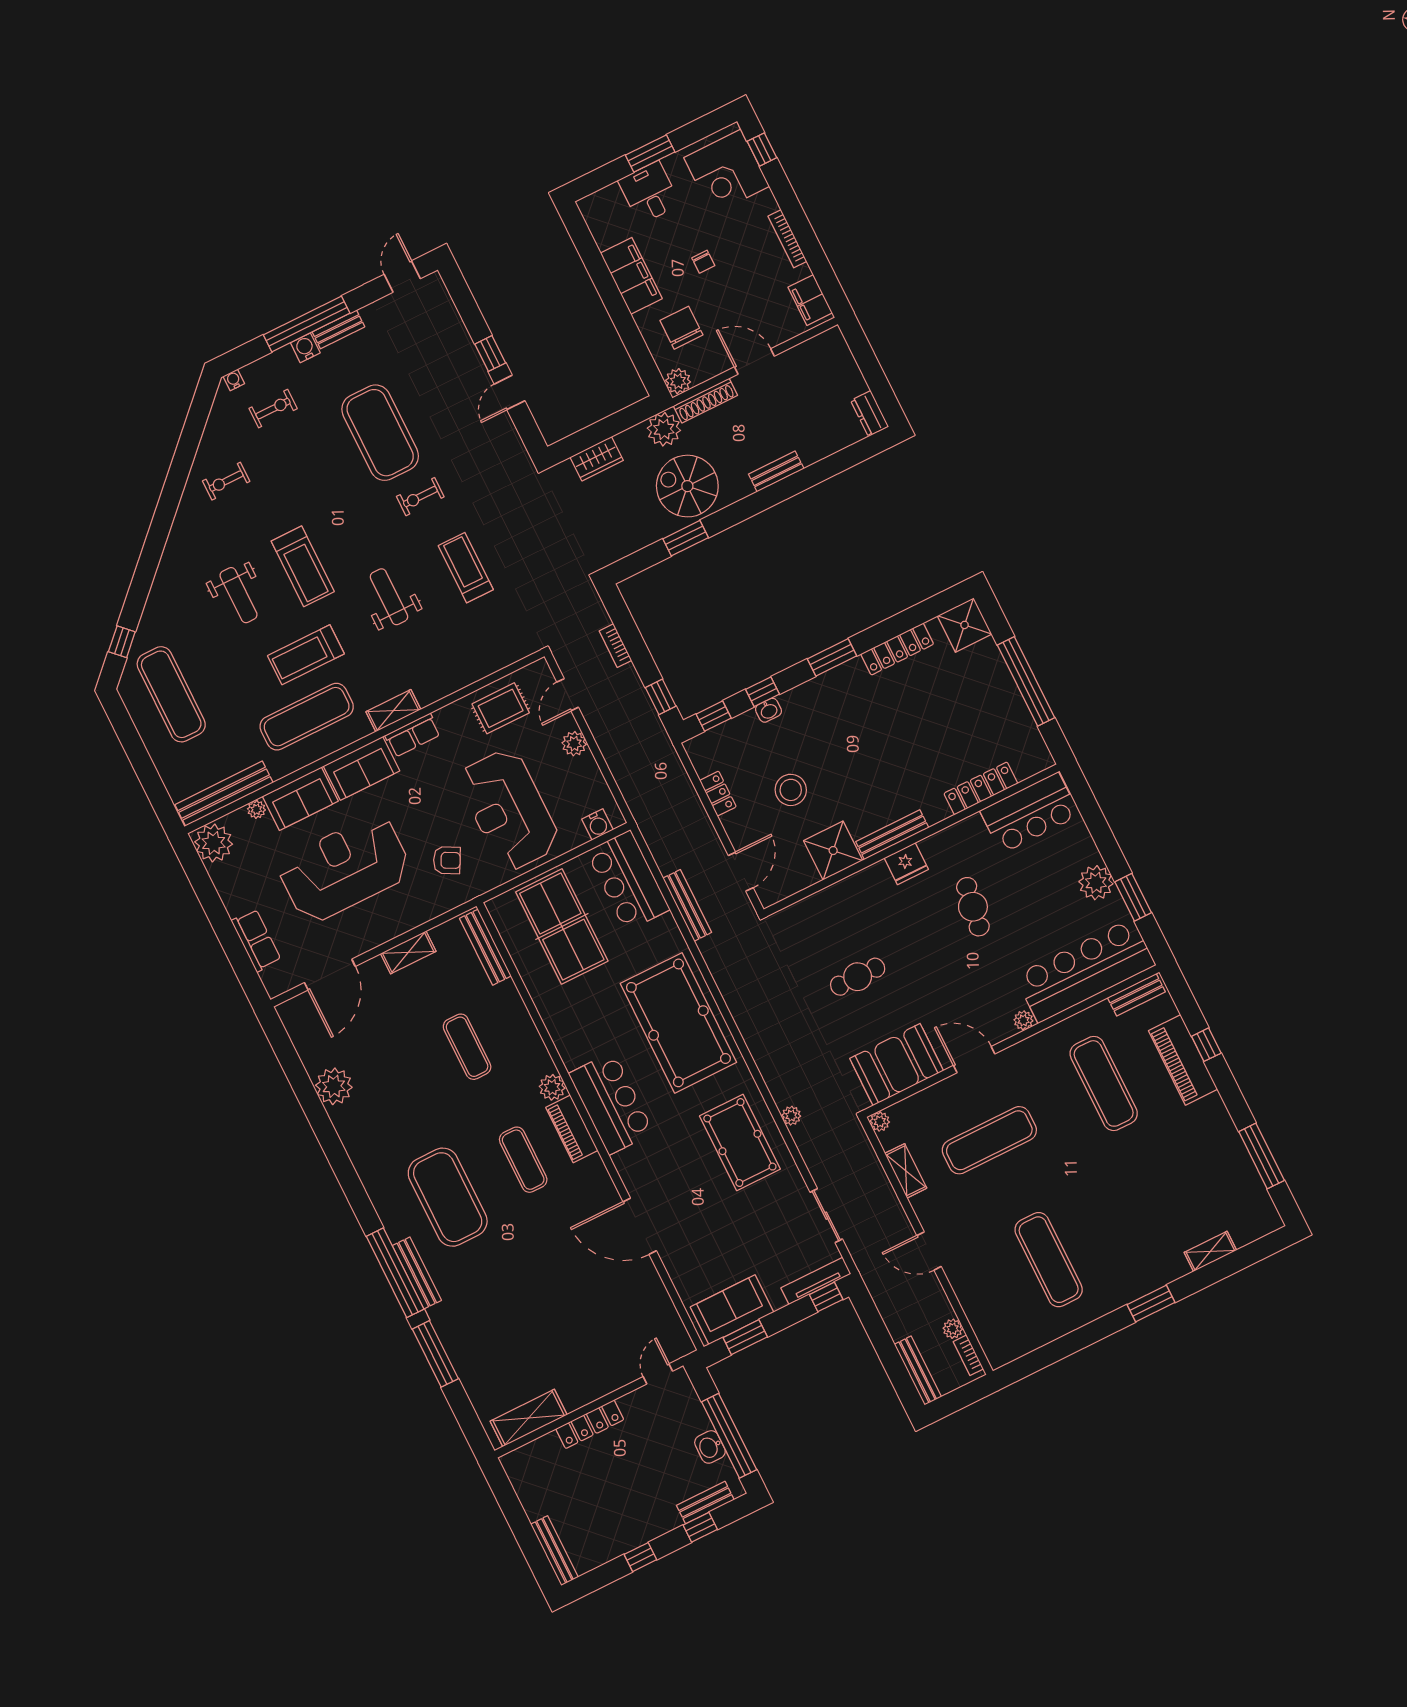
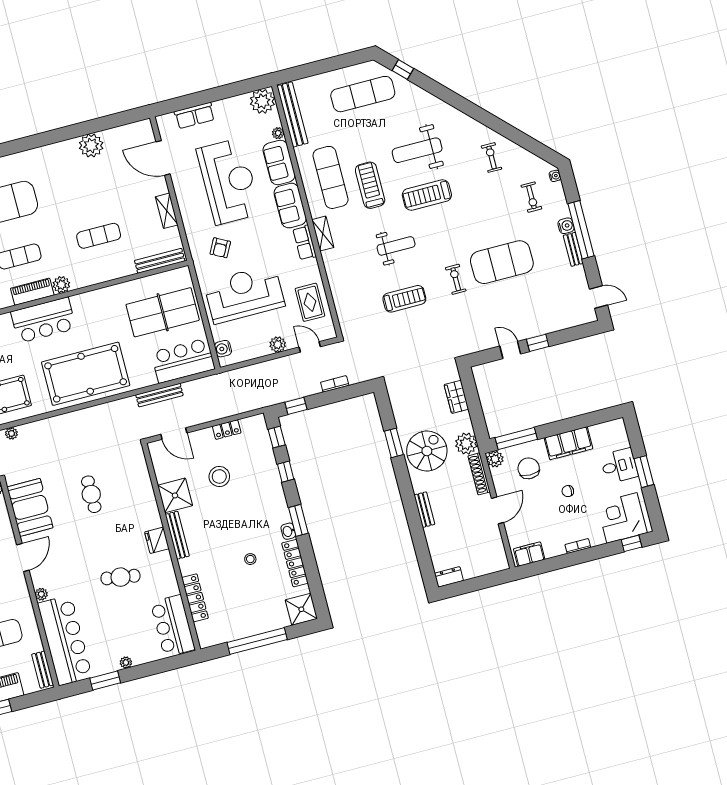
bookcase: (787, 239) -> (578, 546), width x0.64
chair: (681, 328) -> (529, 468), turned -90
window: (640, 356) -> (516, 438), added
weight bench: (239, 595) -> (417, 150), width x1.36, depth x1.33
washbasin: (768, 710) -> (288, 531), moved
stool: (905, 717) -> (250, 559), added
plant: (1096, 883) -> (126, 663), width x0.53, depth x0.53

